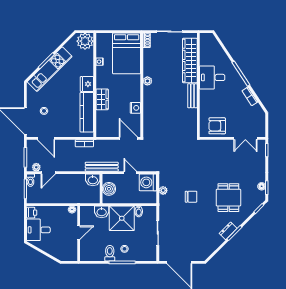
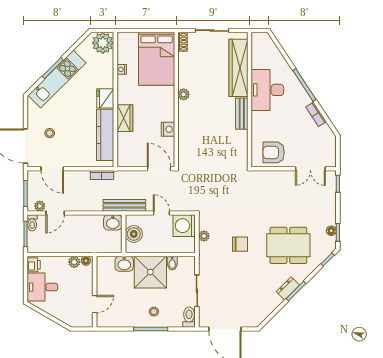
desk: (212, 77) -> (267, 90), width x1.37
dining table: (228, 198) -> (288, 245), width x1.38
plant: (63, 210) -> (74, 262), added
door: (79, 233) -> (95, 304), moved
toilet: (110, 253) -> (189, 317), moved

